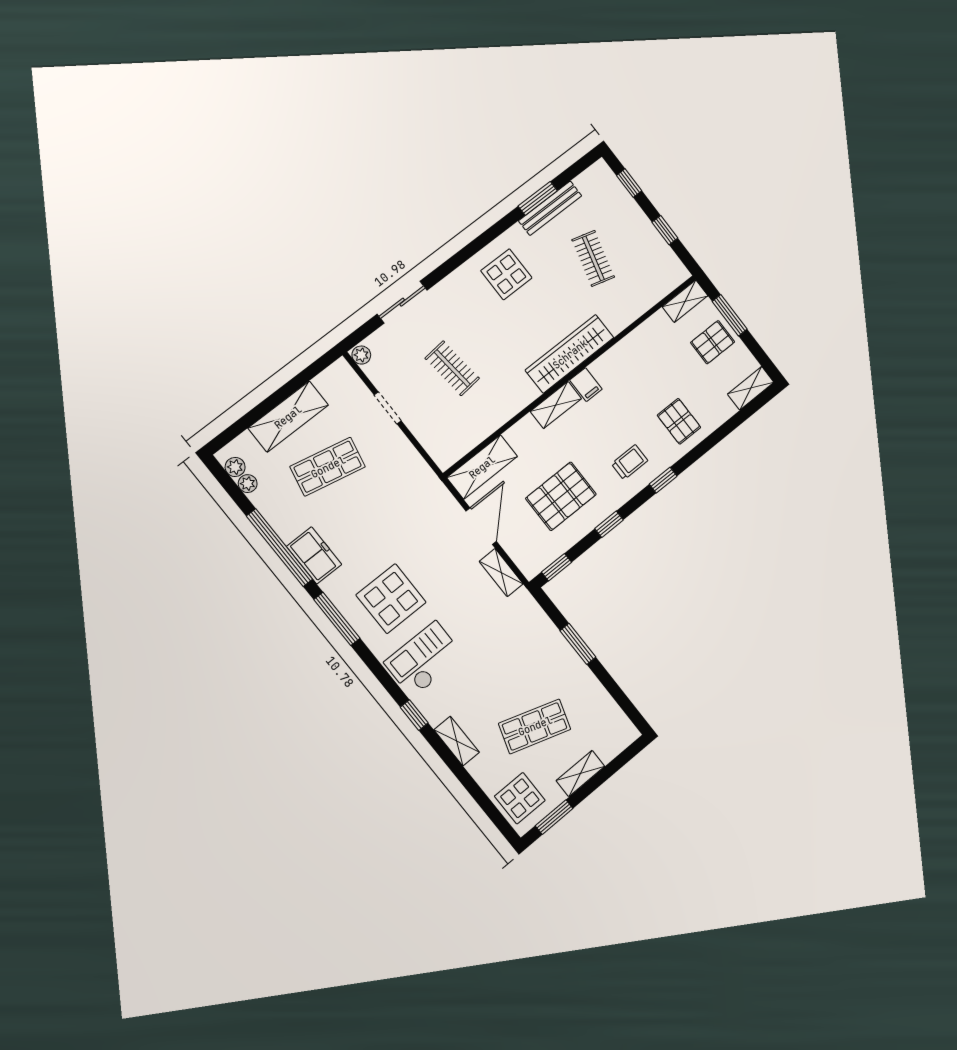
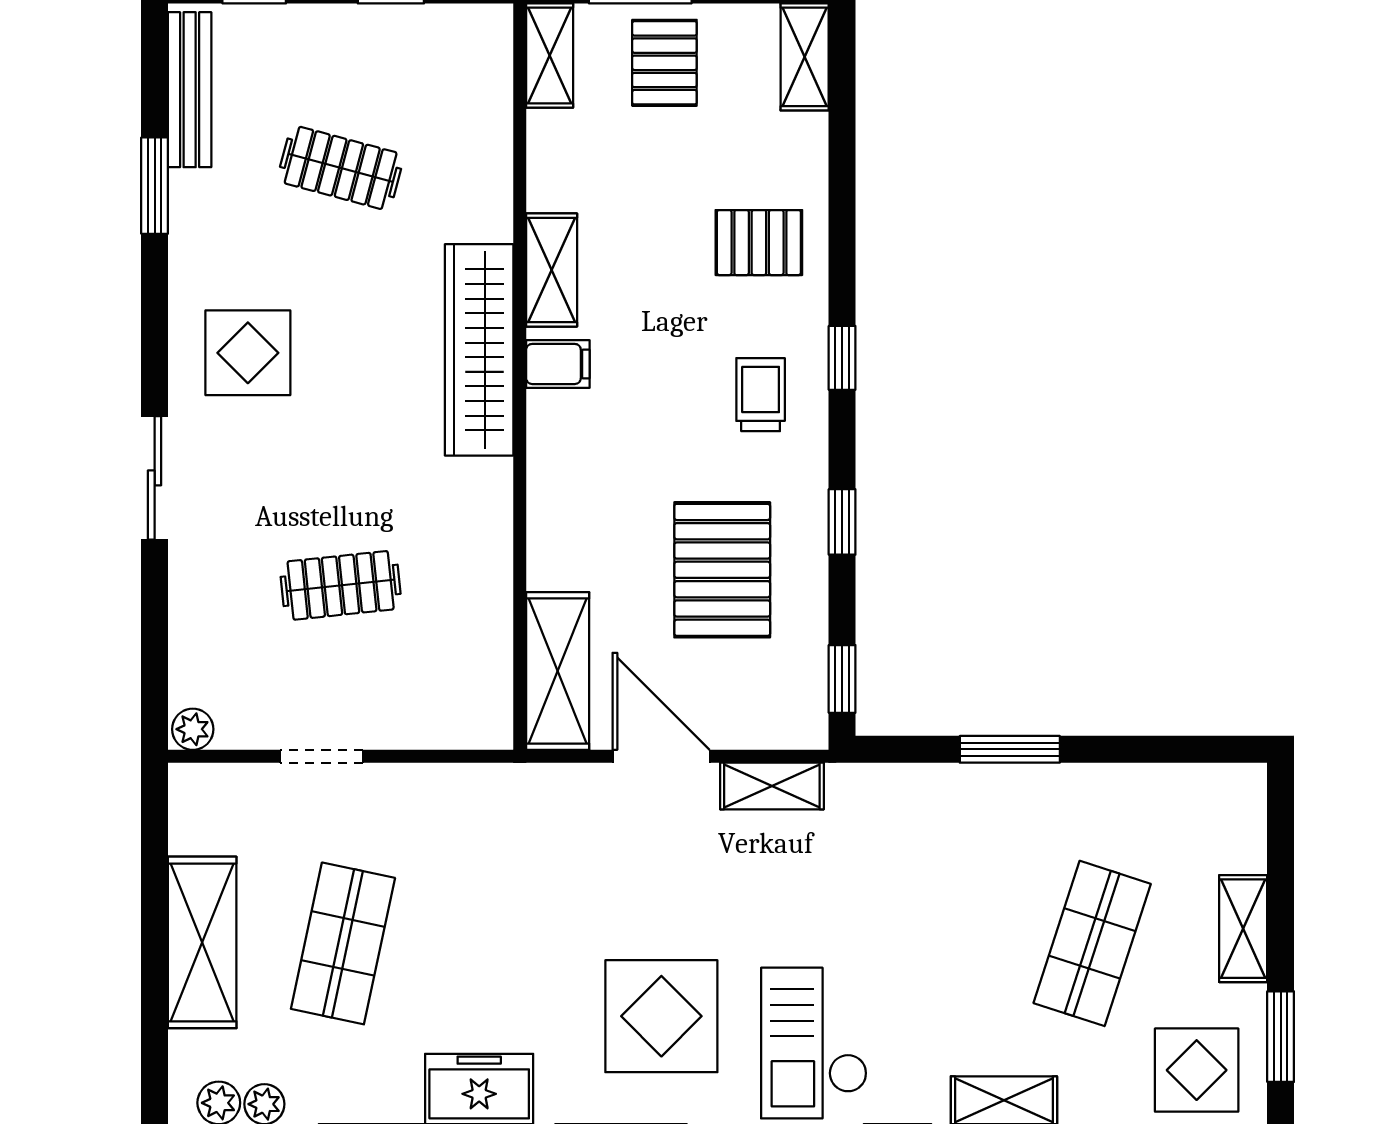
bench: (550, 208) -> (190, 90), moved
sliding door: (402, 302) -> (155, 478), moved
shelving: (556, 405) -> (552, 270), moved

